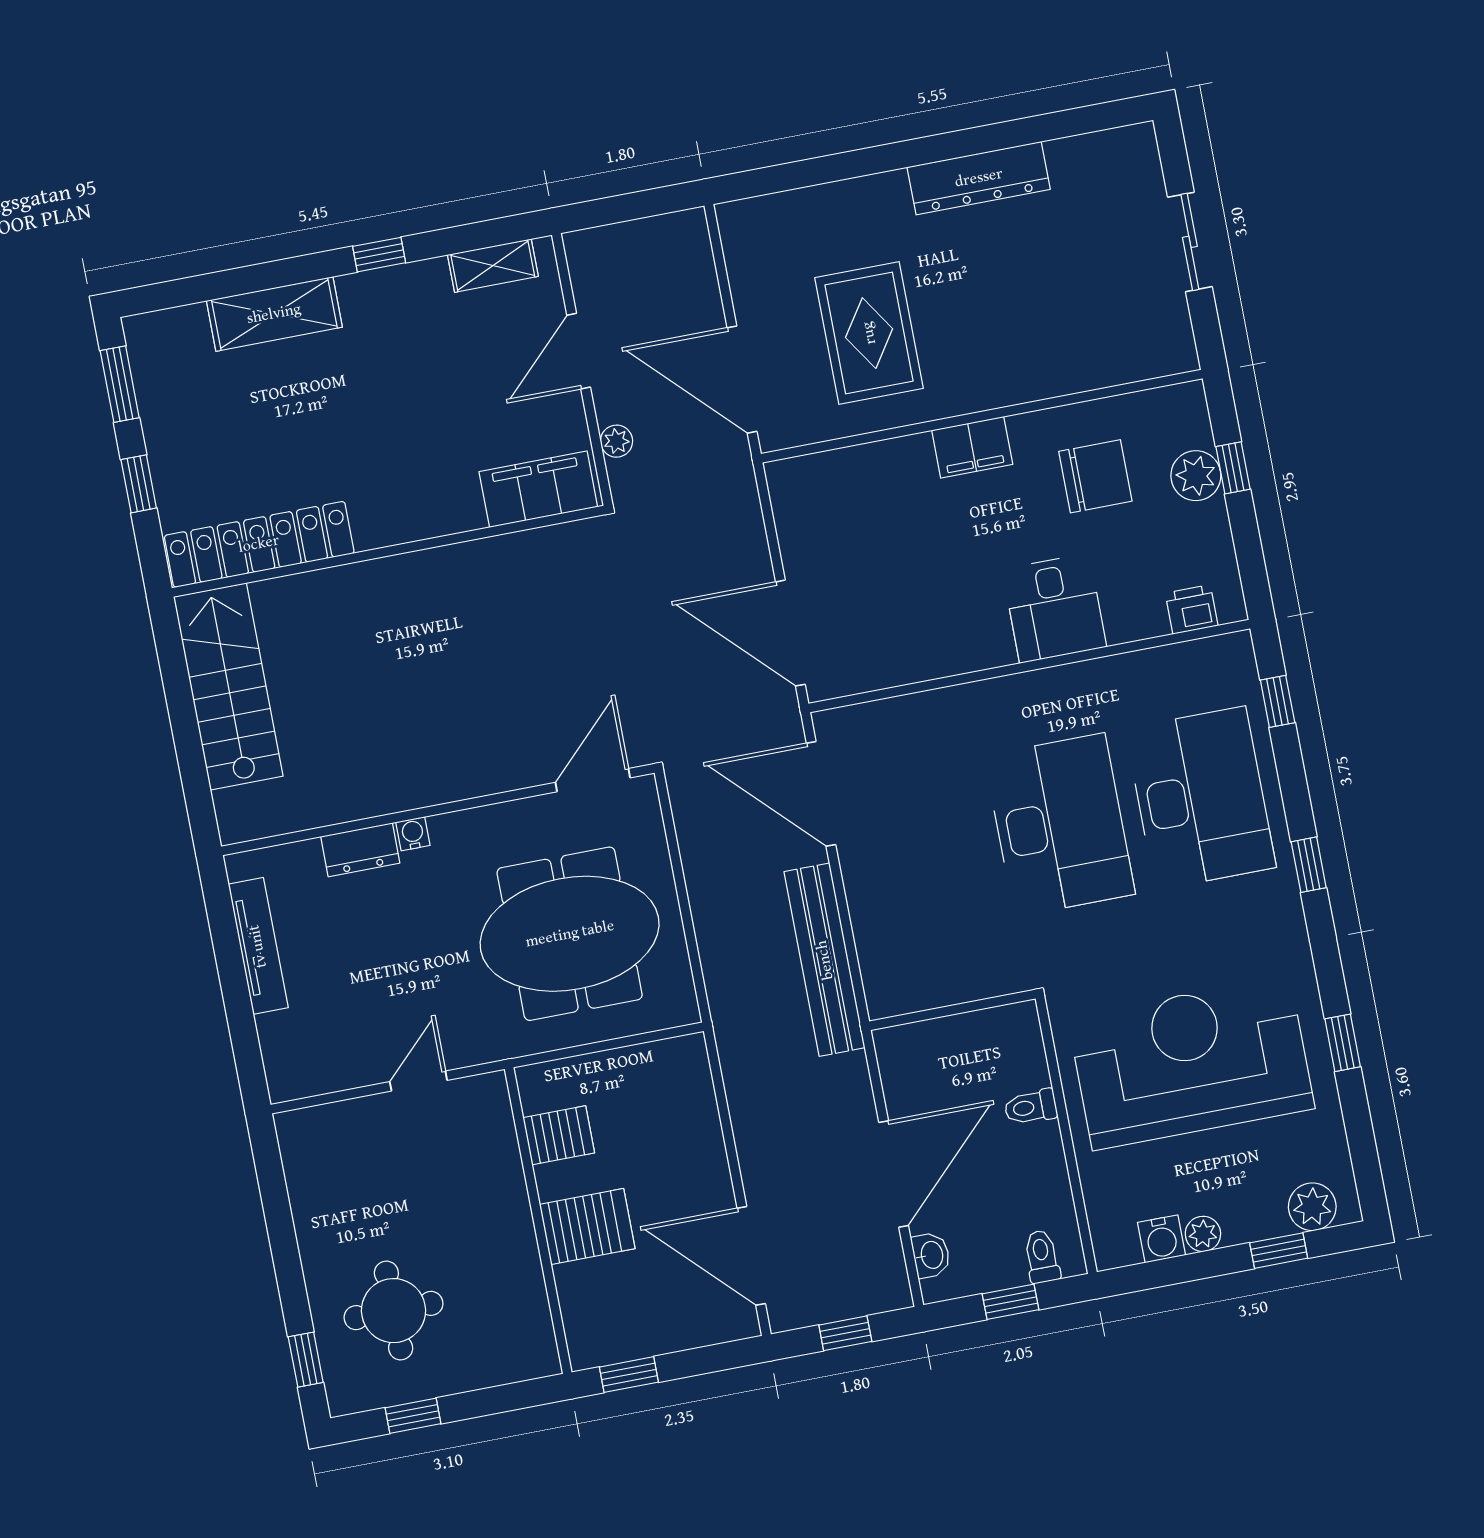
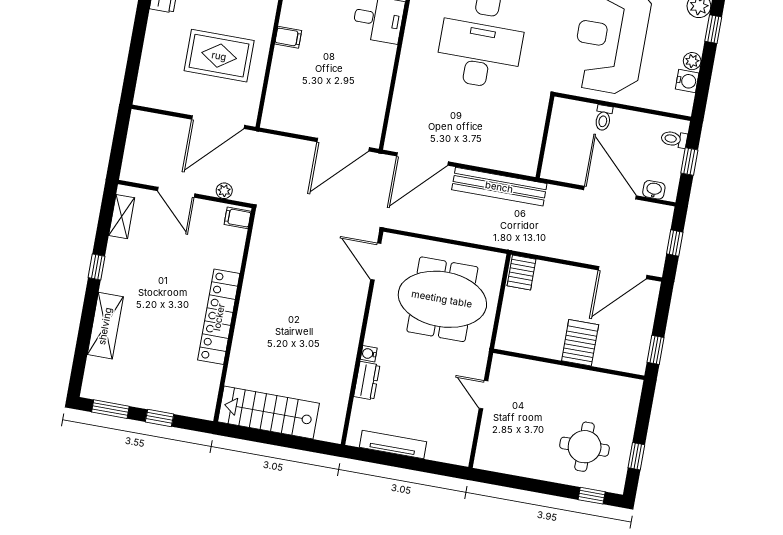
filing cabinet: (972, 447) -> (288, 37), width x0.50
filing cabinet: (538, 489) -> (238, 218), width x0.33, depth x0.86
locker: (259, 544) -> (219, 317), moved
meeting table: (570, 934) -> (442, 299), turned 90
server rack: (559, 1135) -> (522, 273), moved, turned 180

